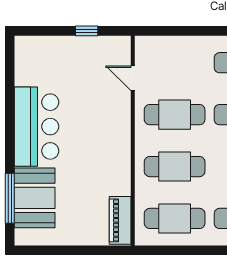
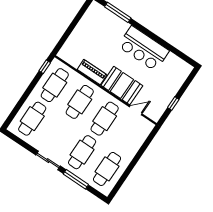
booth: (35, 198) -> (122, 85), moved
piano: (120, 220) -> (92, 72), moved
window: (158, 250) -> (45, 67), added

